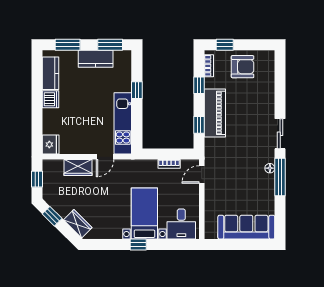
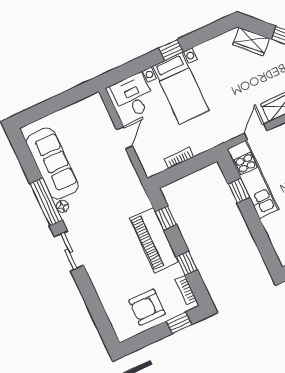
window: (137, 90) -> (239, 191), moved
door: (202, 174) -> (125, 138), moved
sofa: (246, 227) -> (52, 164), moved, turned -90

